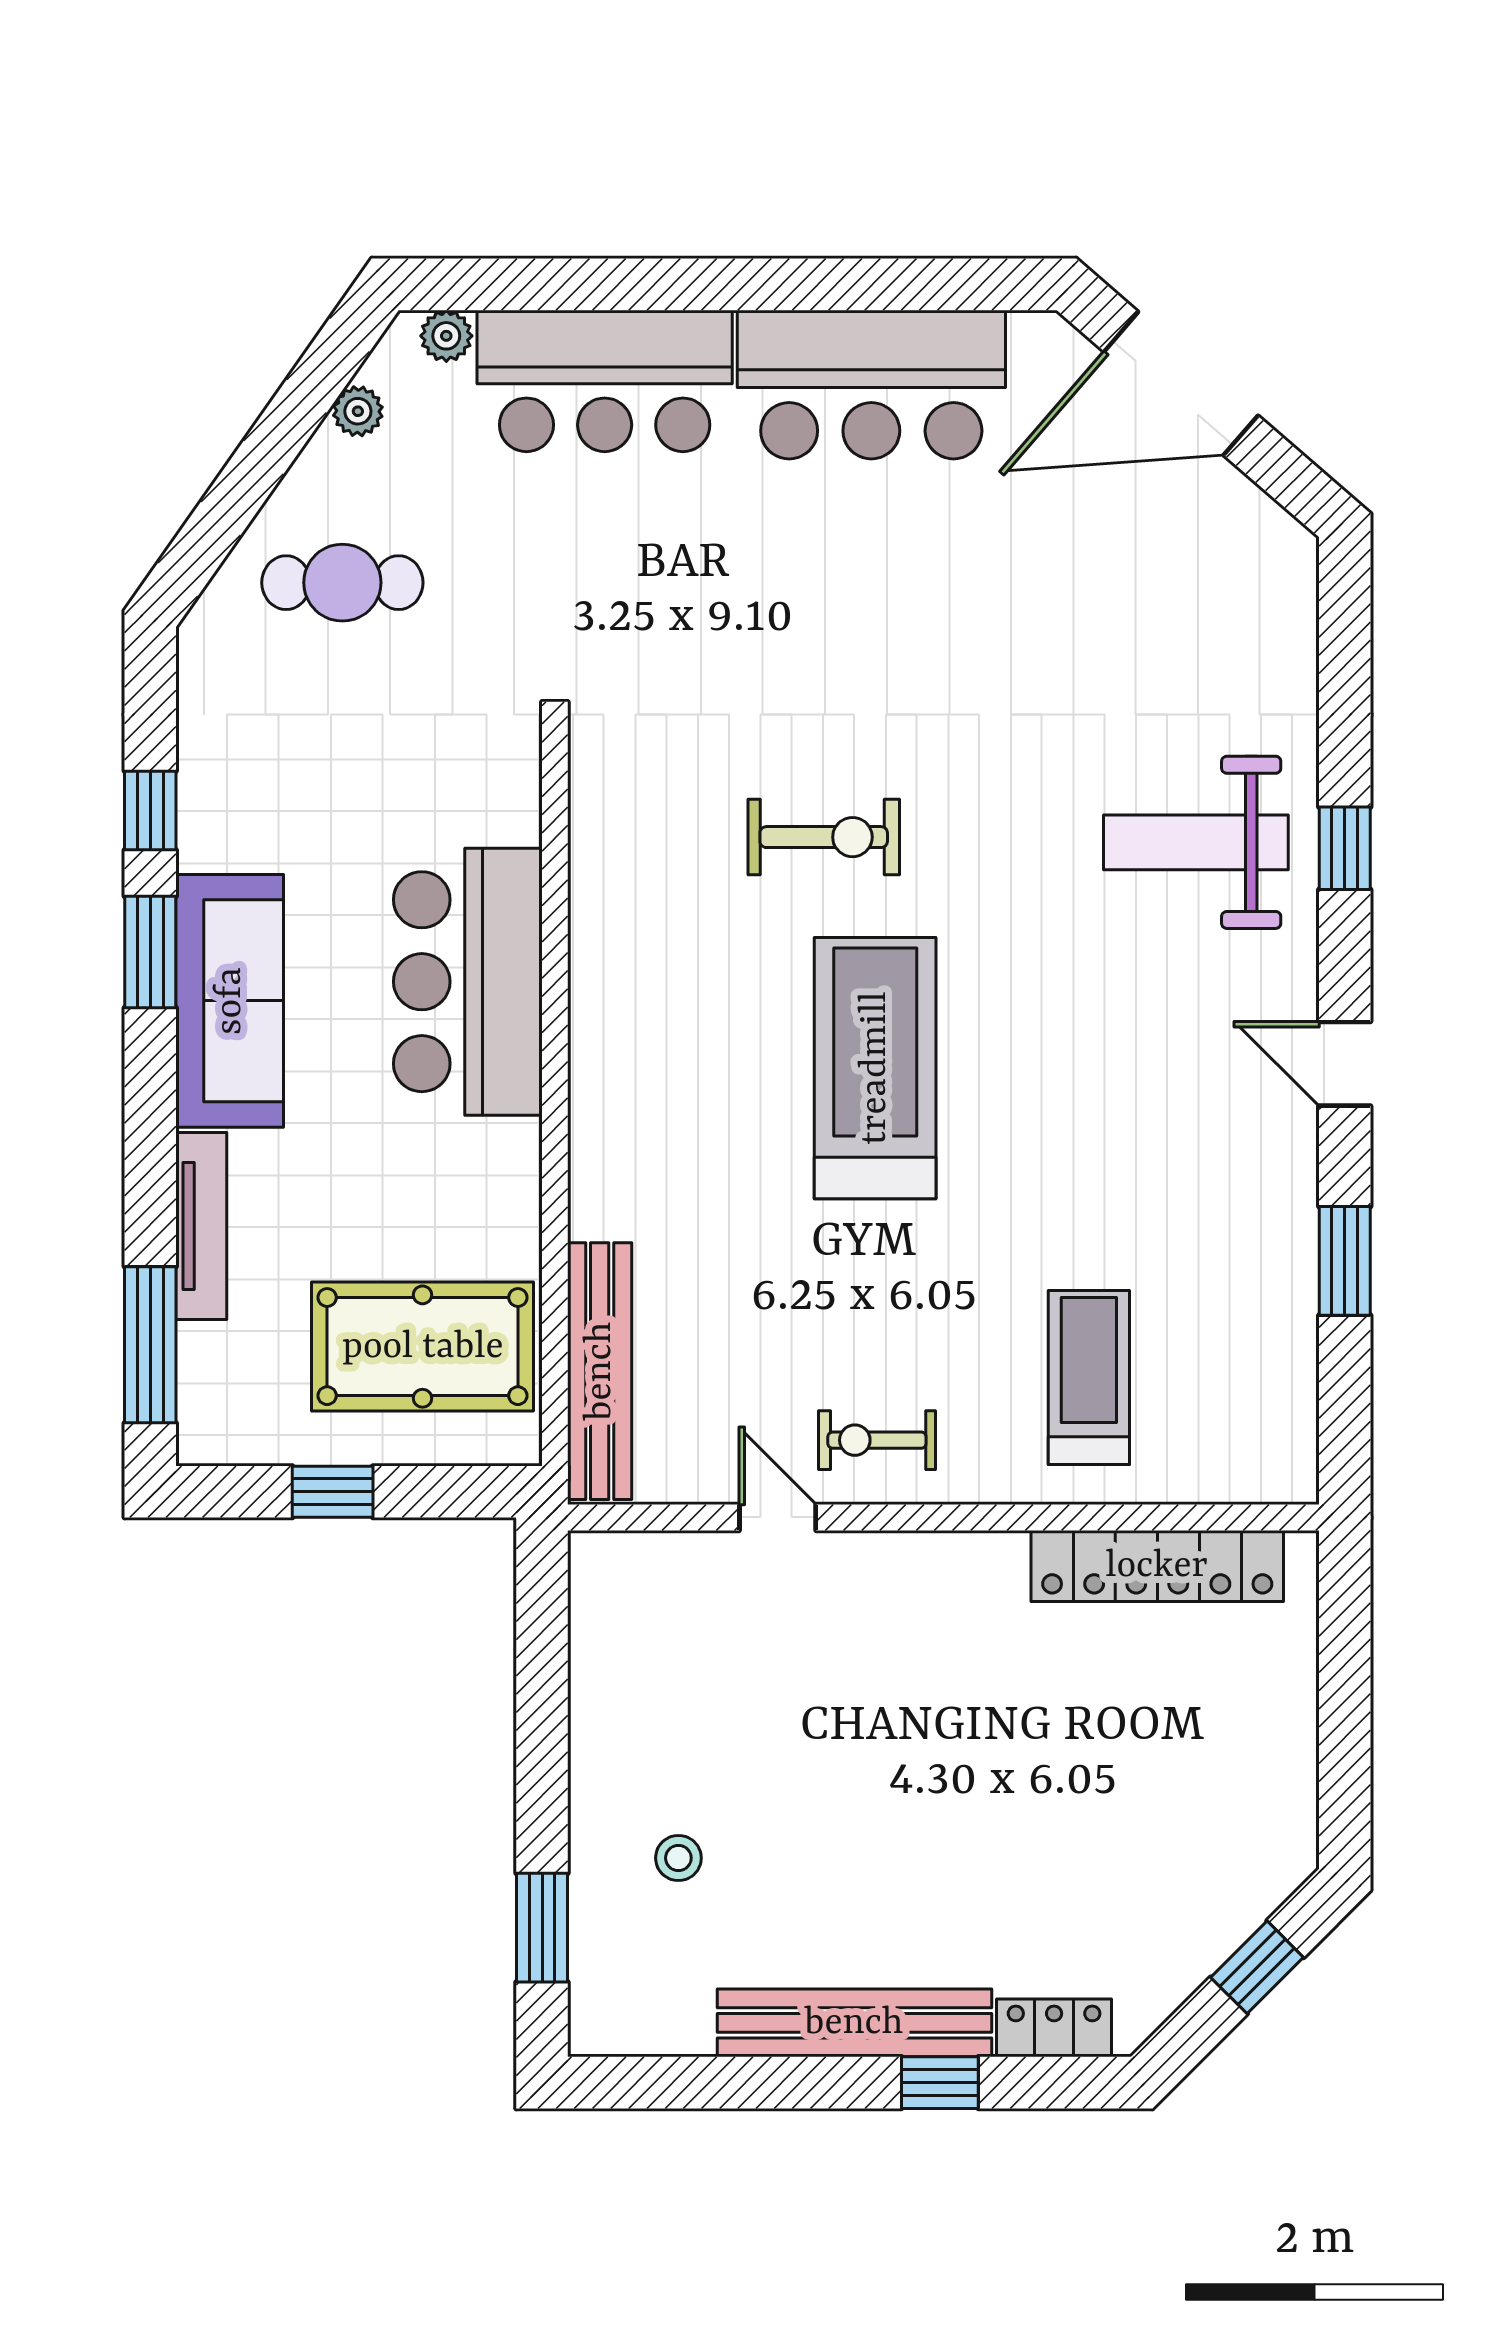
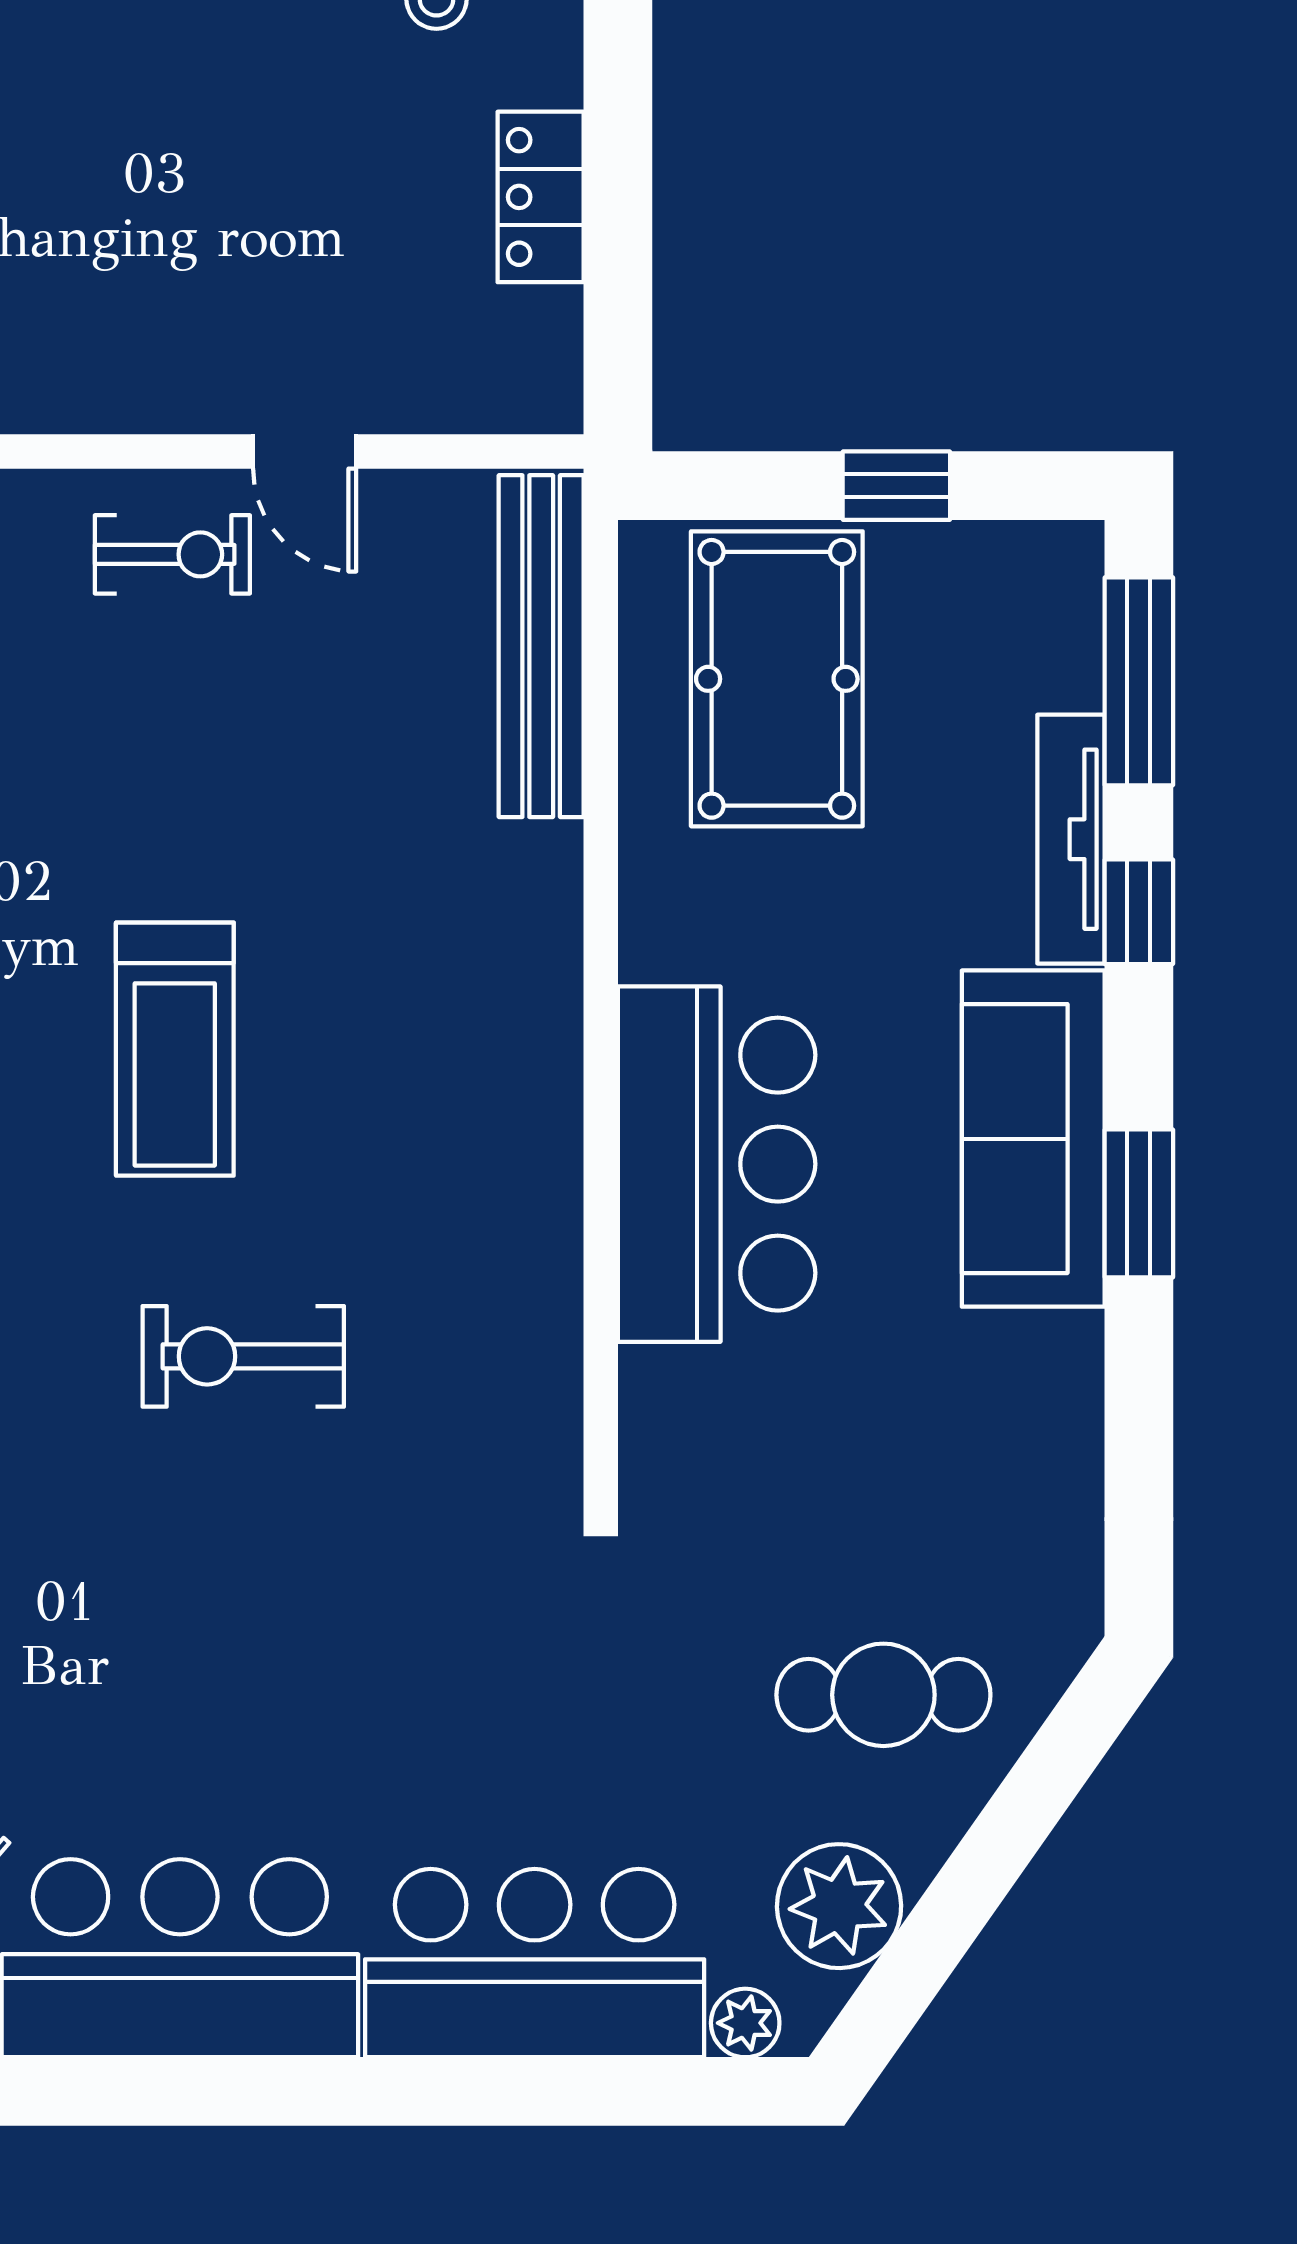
plant: (358, 411) -> (839, 1906), width x1.88, depth x1.88
window: (150, 810) -> (1139, 912), moved
treadmill: (875, 1068) -> (175, 1049), width x0.73, depth x0.73
pool table: (423, 1347) -> (777, 679), turned 90
locker: (600, 1709) -> (541, 197), added

